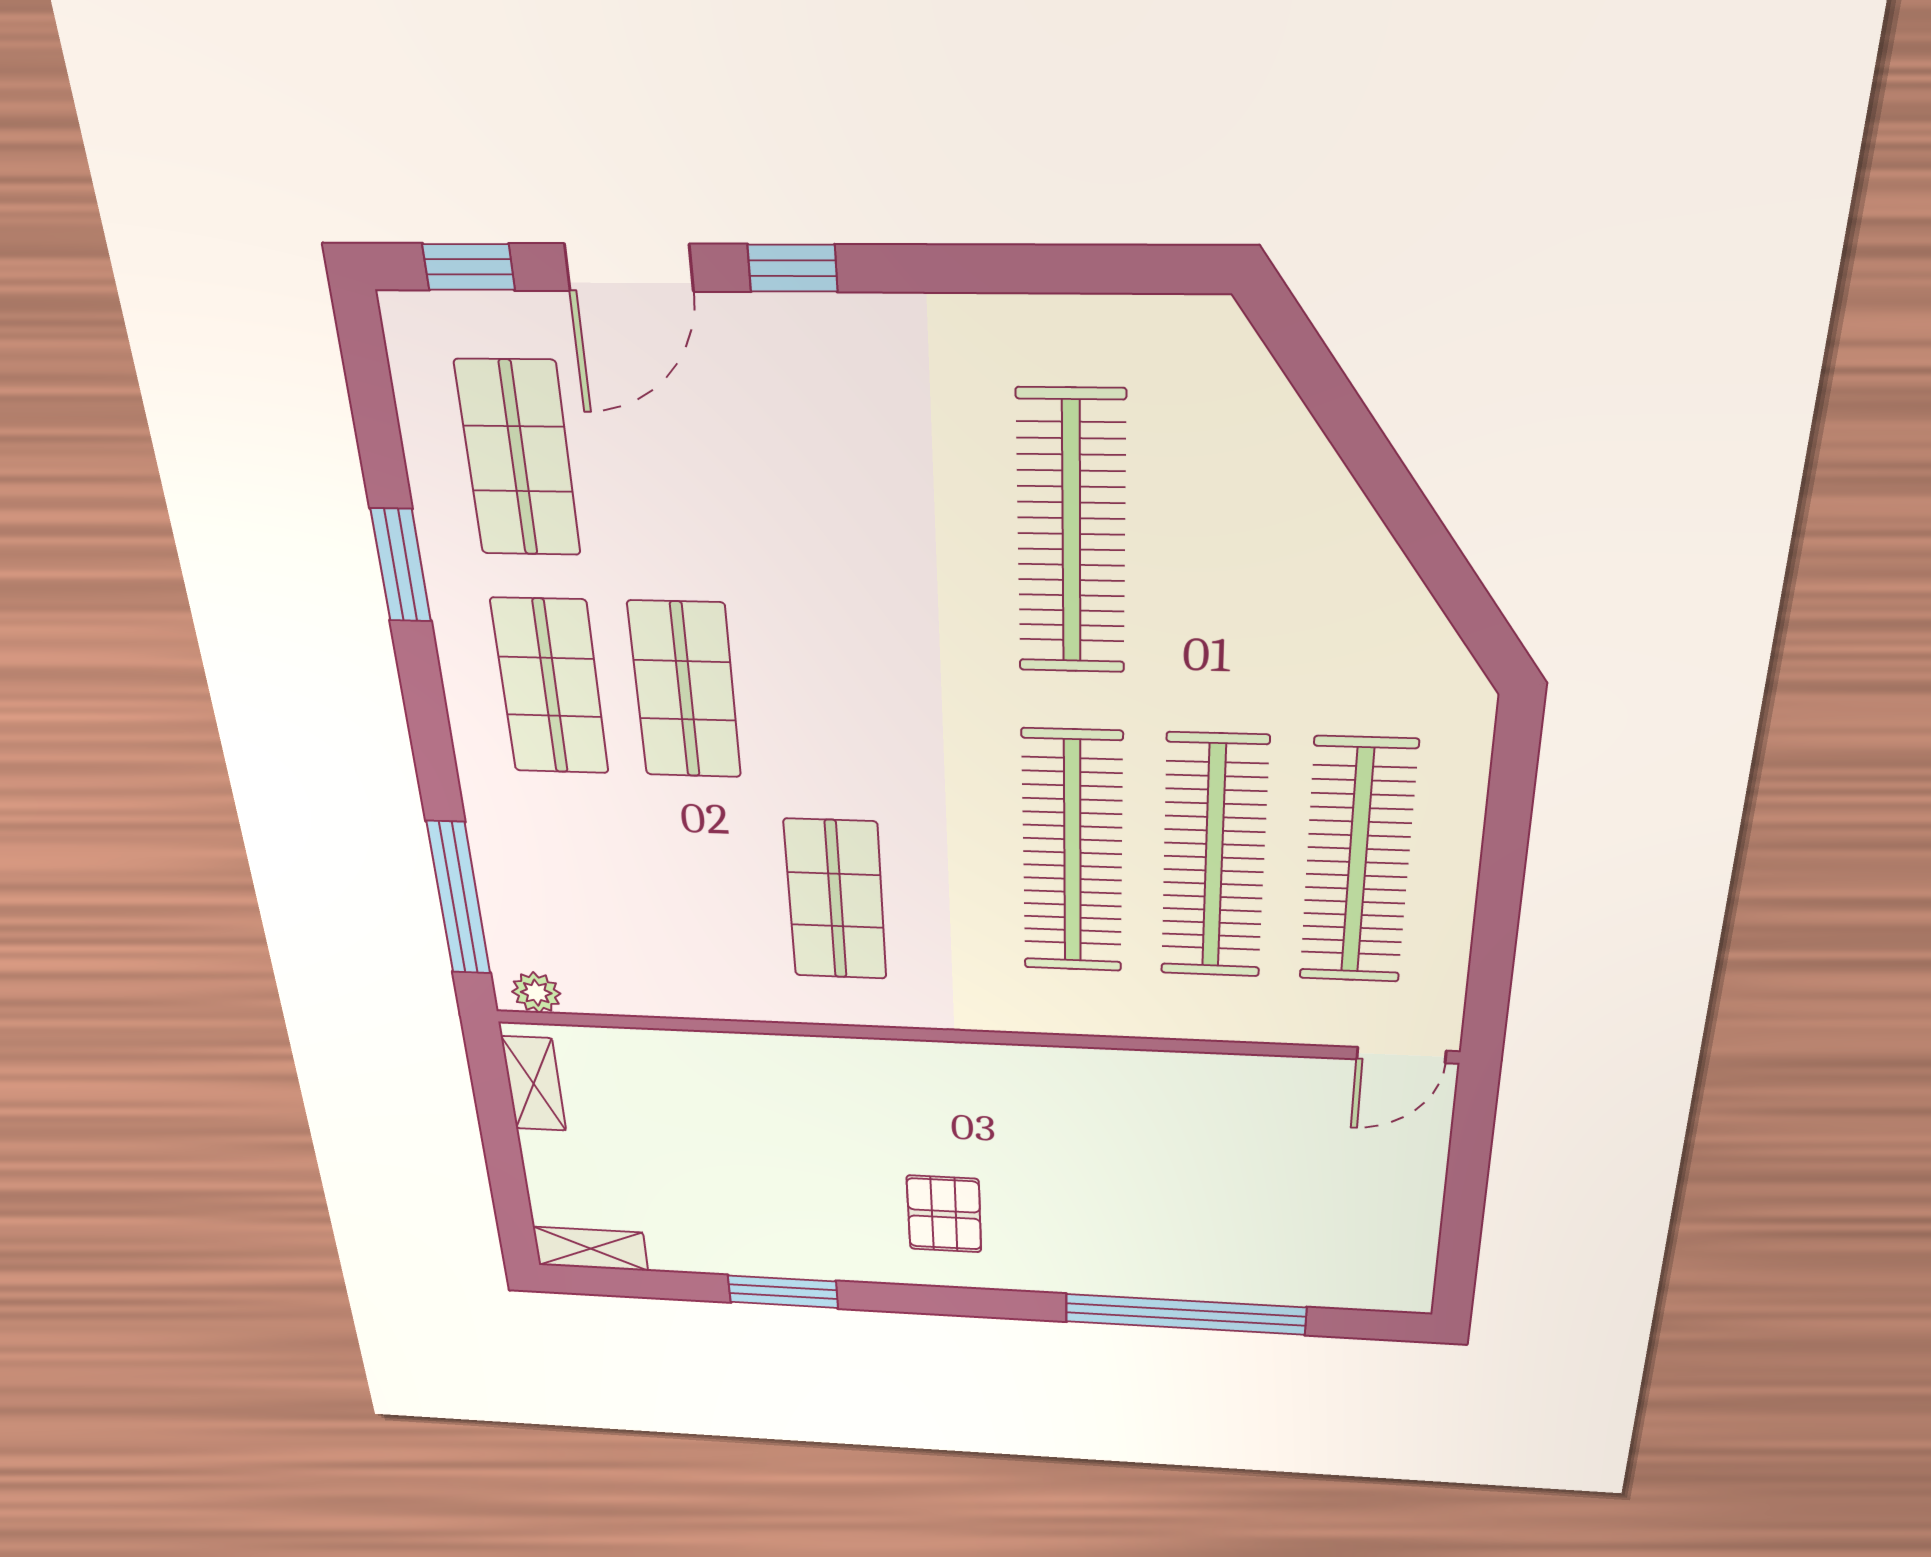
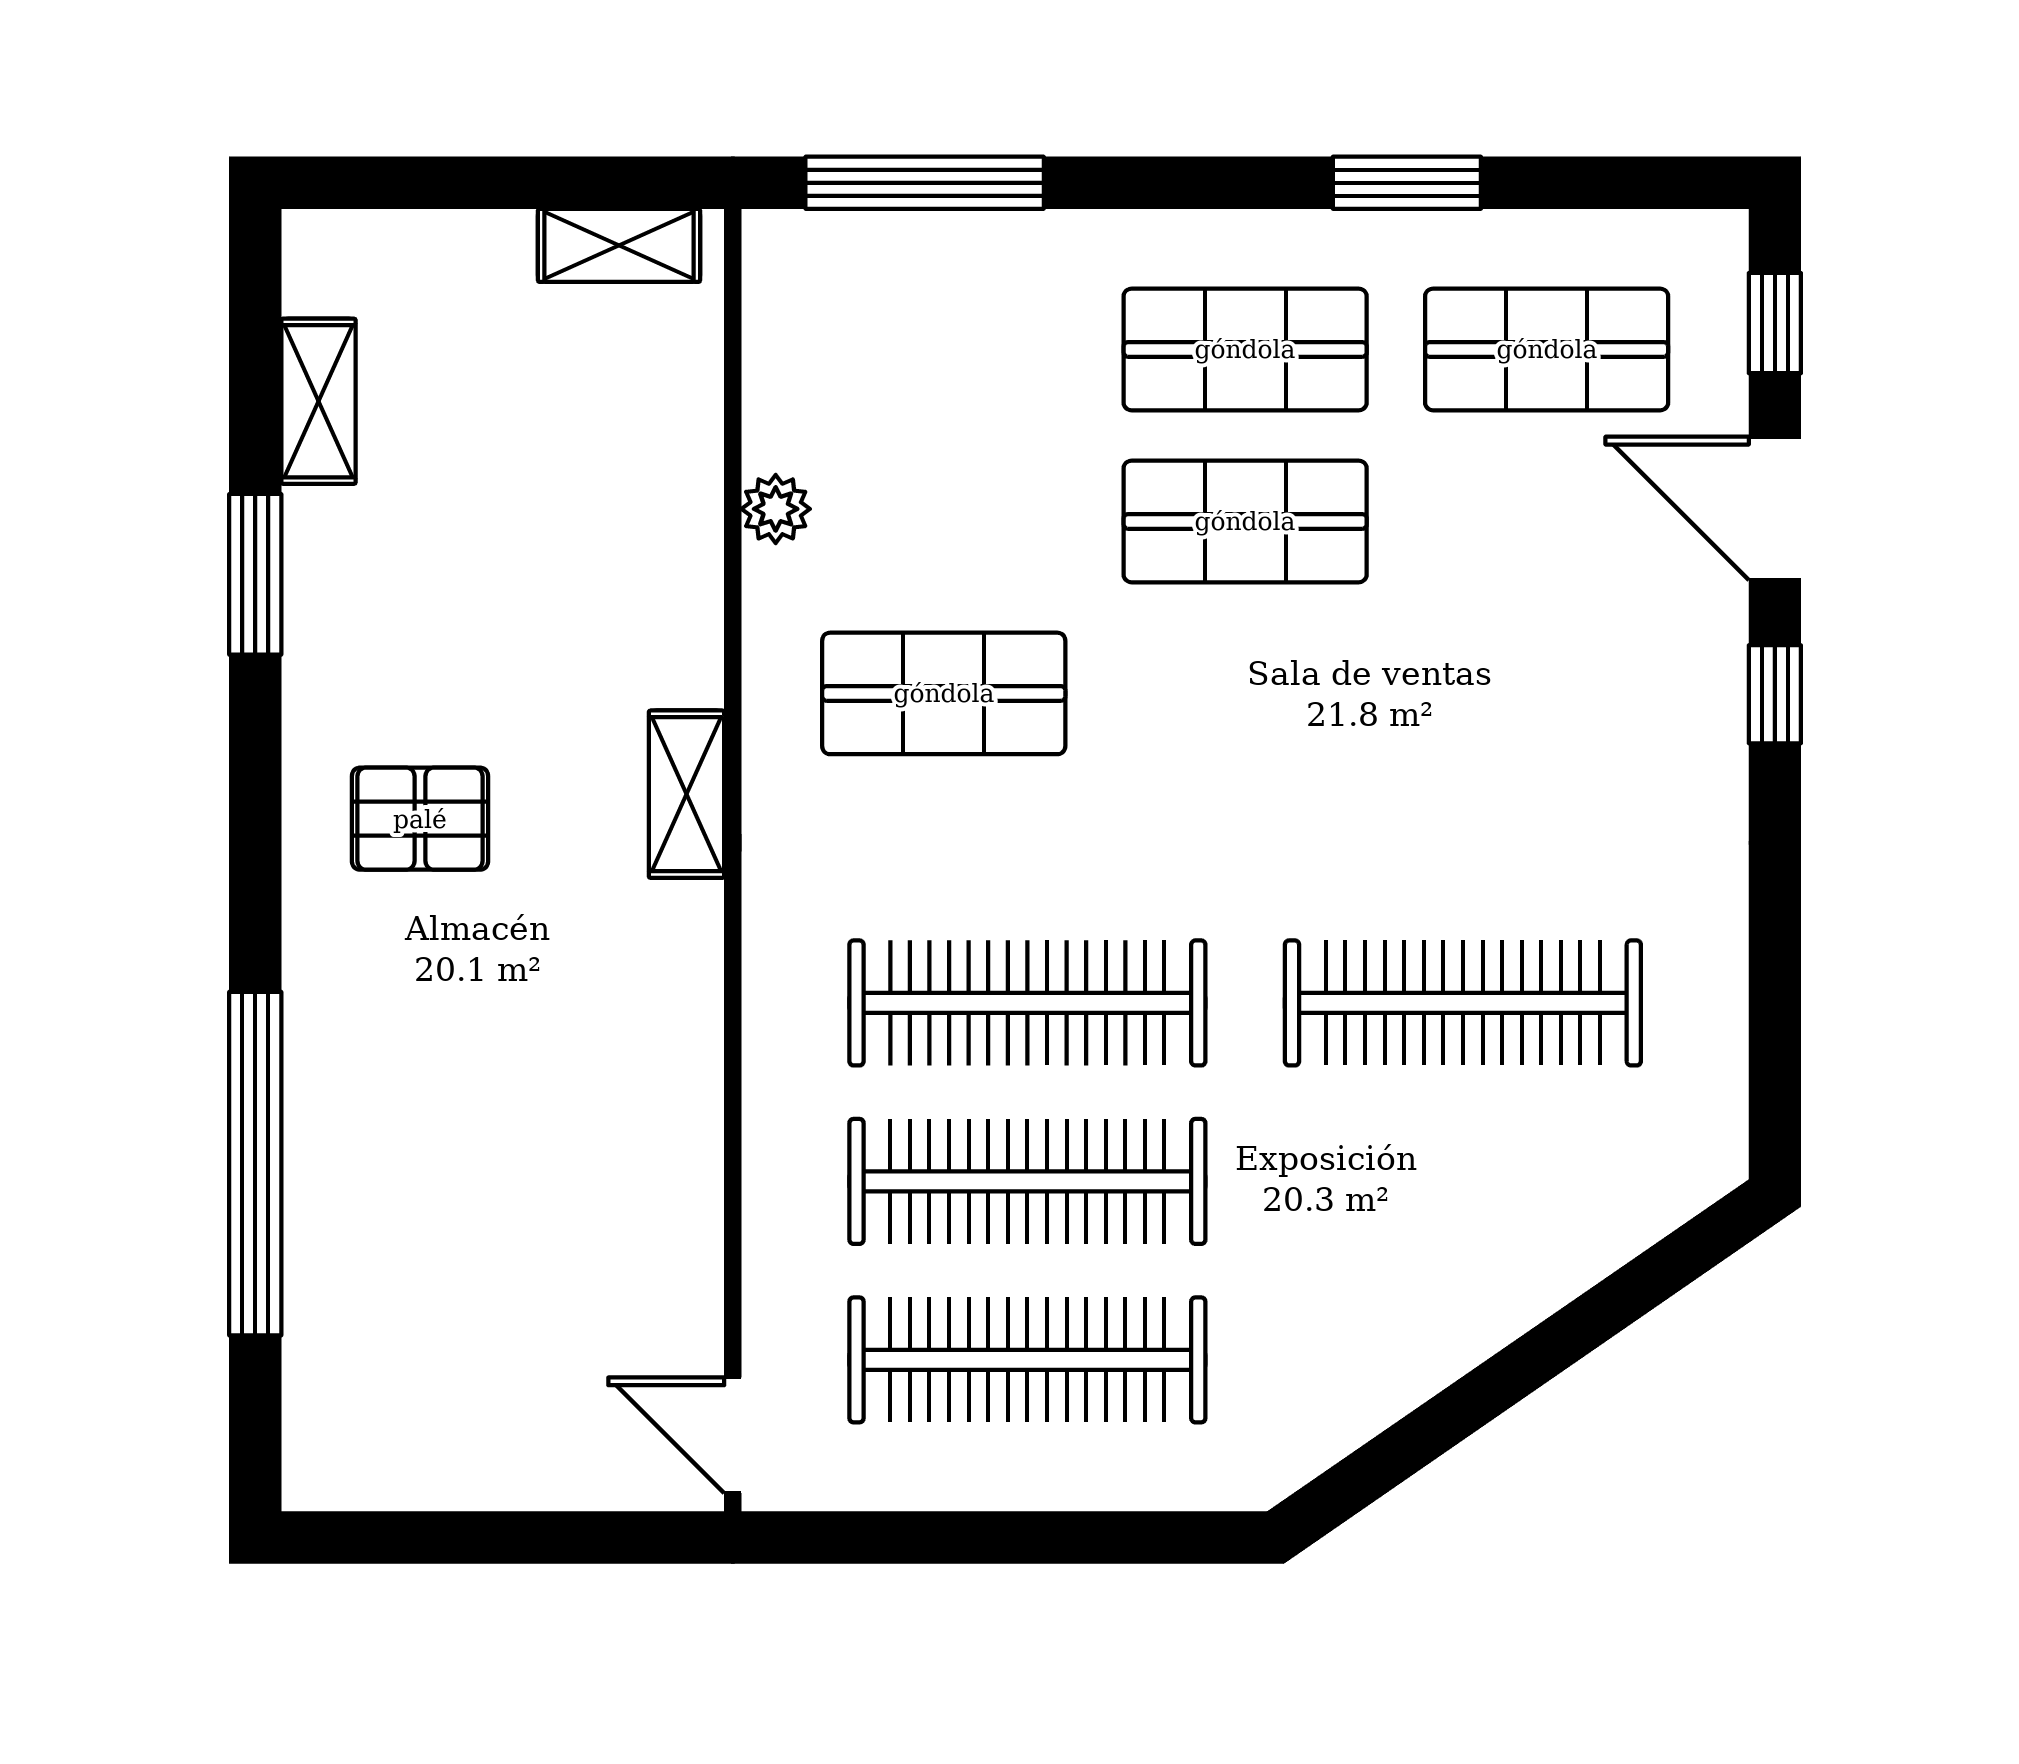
plant: (536, 993) -> (776, 509), moved
shelving: (920, 1062) -> (686, 794), added
shelving: (591, 1249) -> (318, 401), moved

